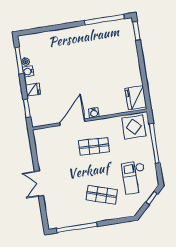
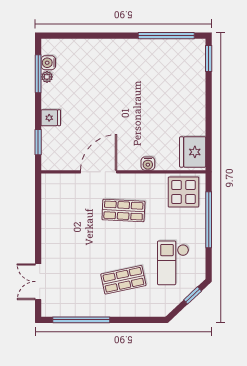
water cooler: (28, 71) -> (48, 63), moved
water cooler: (94, 113) -> (148, 164), moved
double door: (39, 184) -> (38, 282), moved
shop shelf: (102, 195) -> (123, 280), turned -30

